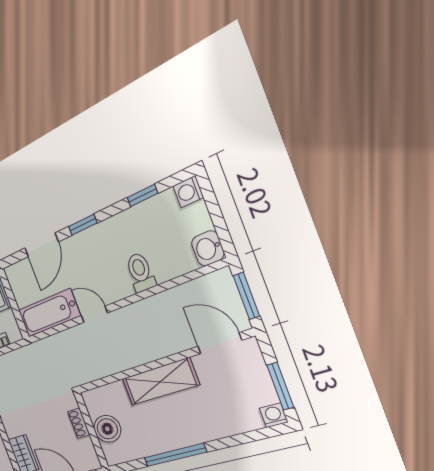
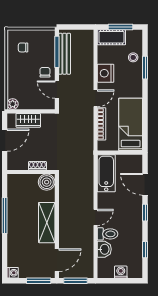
washing machine: (188, 192) -> (121, 272), moved
washbasin: (208, 248) -> (104, 249), moved, turned 90
door: (94, 314) -> (95, 217), moved
window: (280, 386) -> (39, 281), moved
boiler: (107, 429) -> (47, 182), moved

